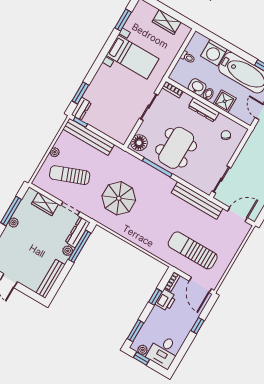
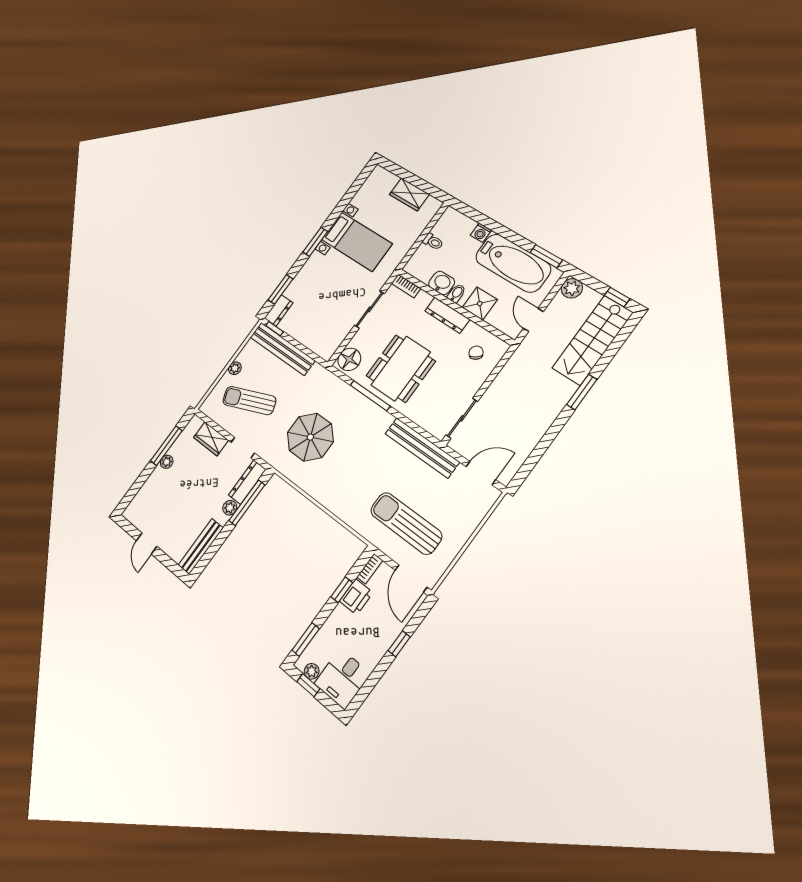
window: (123, 20) -> (315, 242), moved
washing machine: (214, 53) -> (481, 233), width x0.53, depth x0.53

